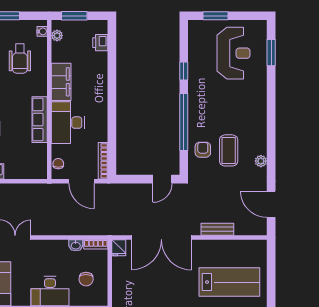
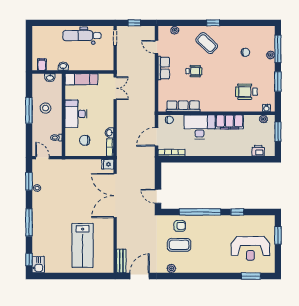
row of seats: (40, 120) -> (183, 106), moved
bench: (217, 229) -> (121, 261), moved

